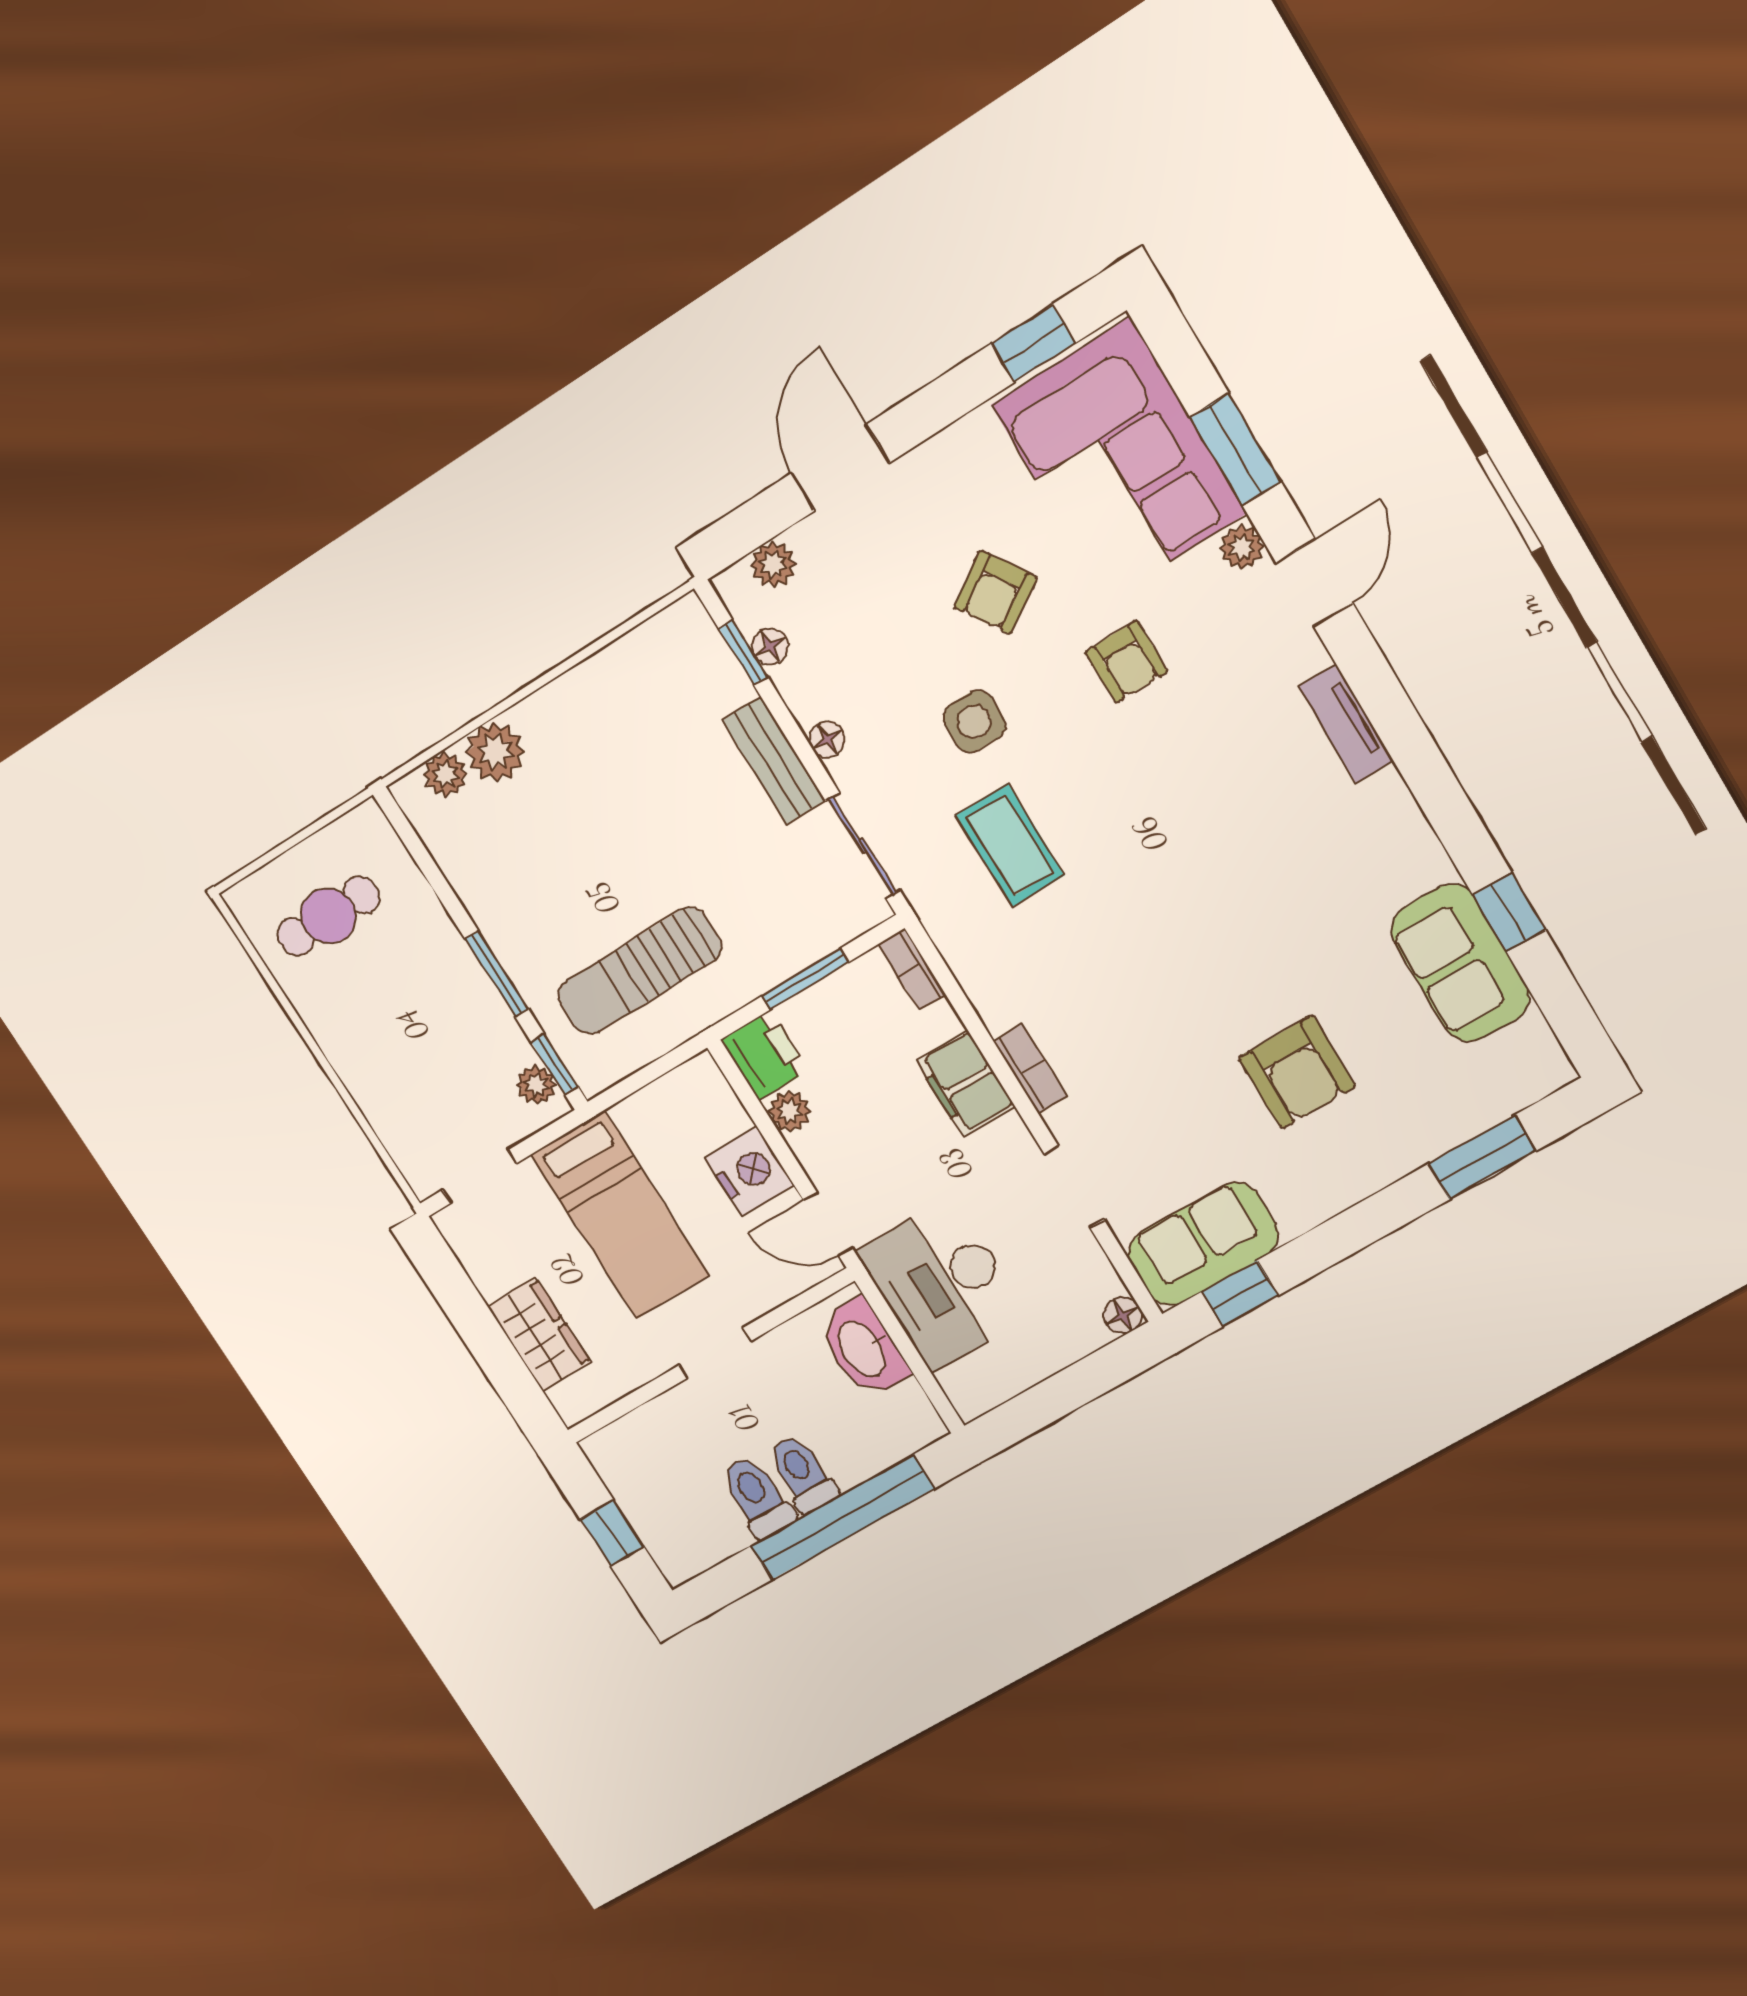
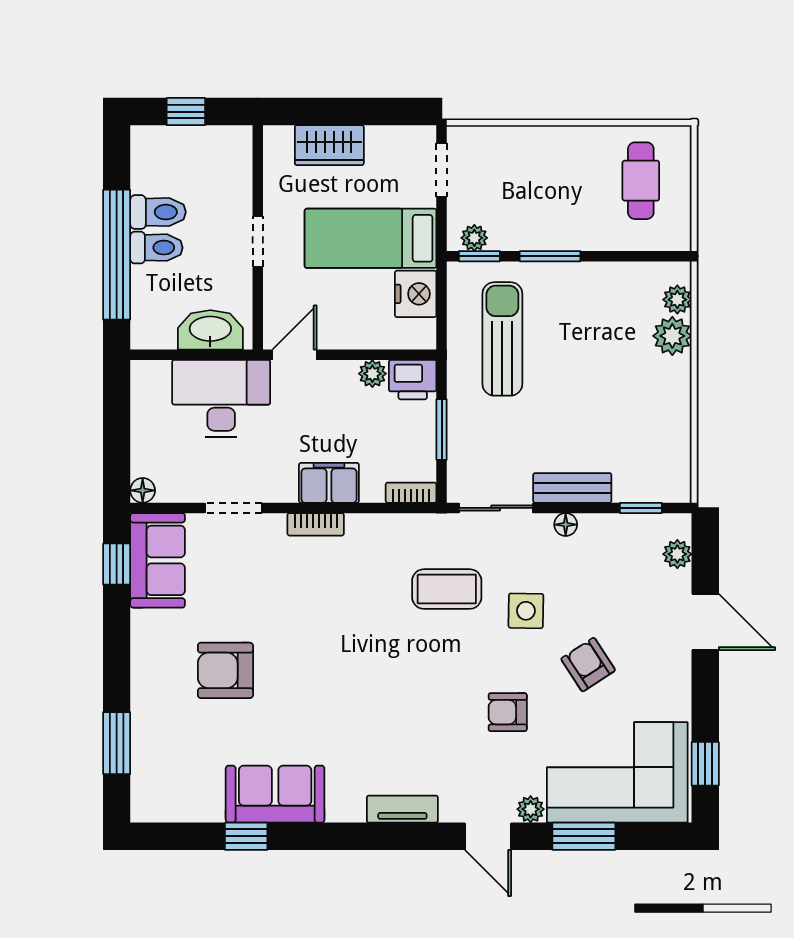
floor lamp: (770, 647) -> (635, 525), removed
sofa: (1460, 963) -> (275, 794), moved
nightstand: (749, 1171) -> (416, 294), moved, turned -90

